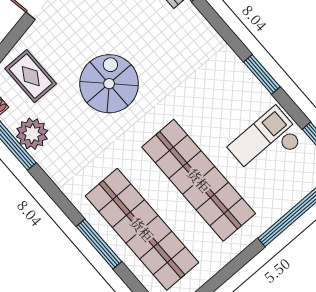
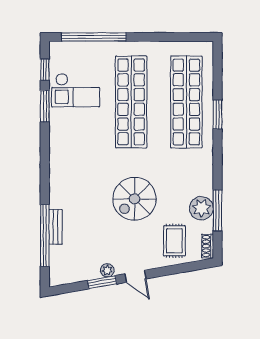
window: (262, 74) -> (45, 106), moved
window: (99, 244) -> (217, 114), width x0.69

